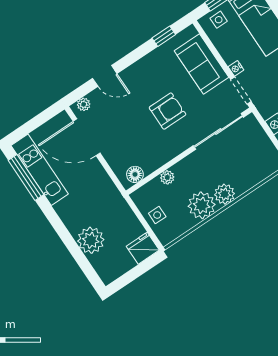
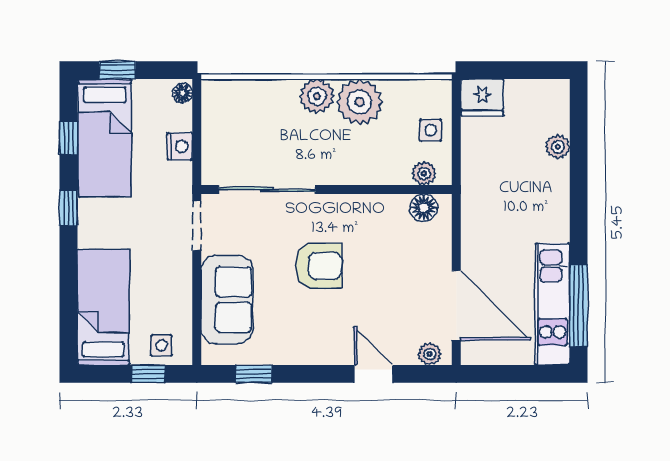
nightstand: (236, 68) -> (183, 261), removed
armchair: (167, 111) -> (319, 266), turned 180
plant: (167, 177) -> (424, 173), moved
plant: (91, 240) -> (558, 147), width x0.53, depth x0.53

